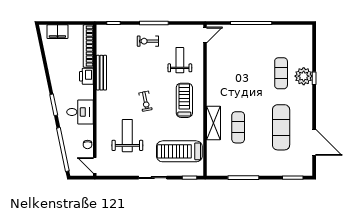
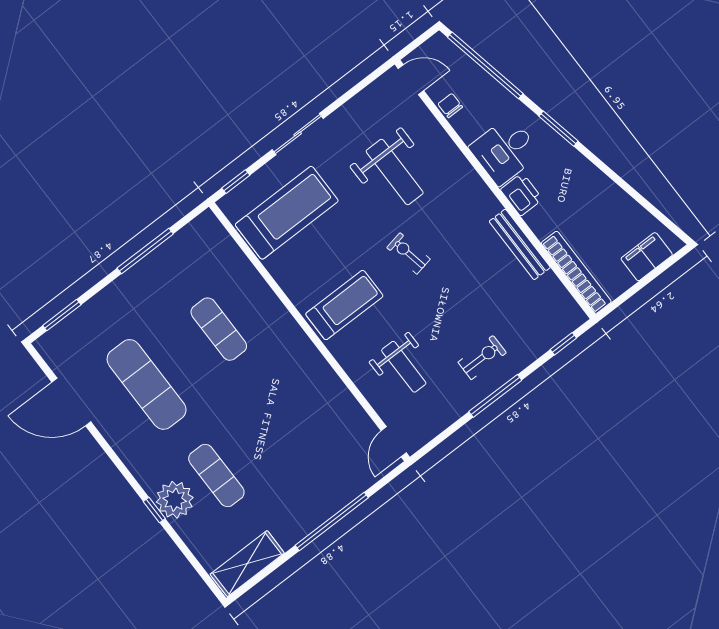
printer: (86, 76) -> (521, 194), moved
treadmill: (184, 100) -> (344, 305), turned -90
shelving: (214, 123) -> (247, 564), moved, turned 90

